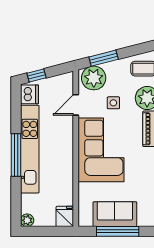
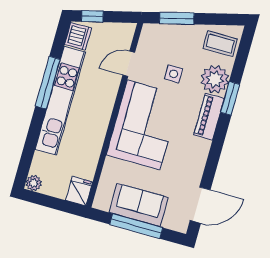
plant: (94, 78) -> (159, 38), removed
window: (16, 155) -> (48, 83), moved

